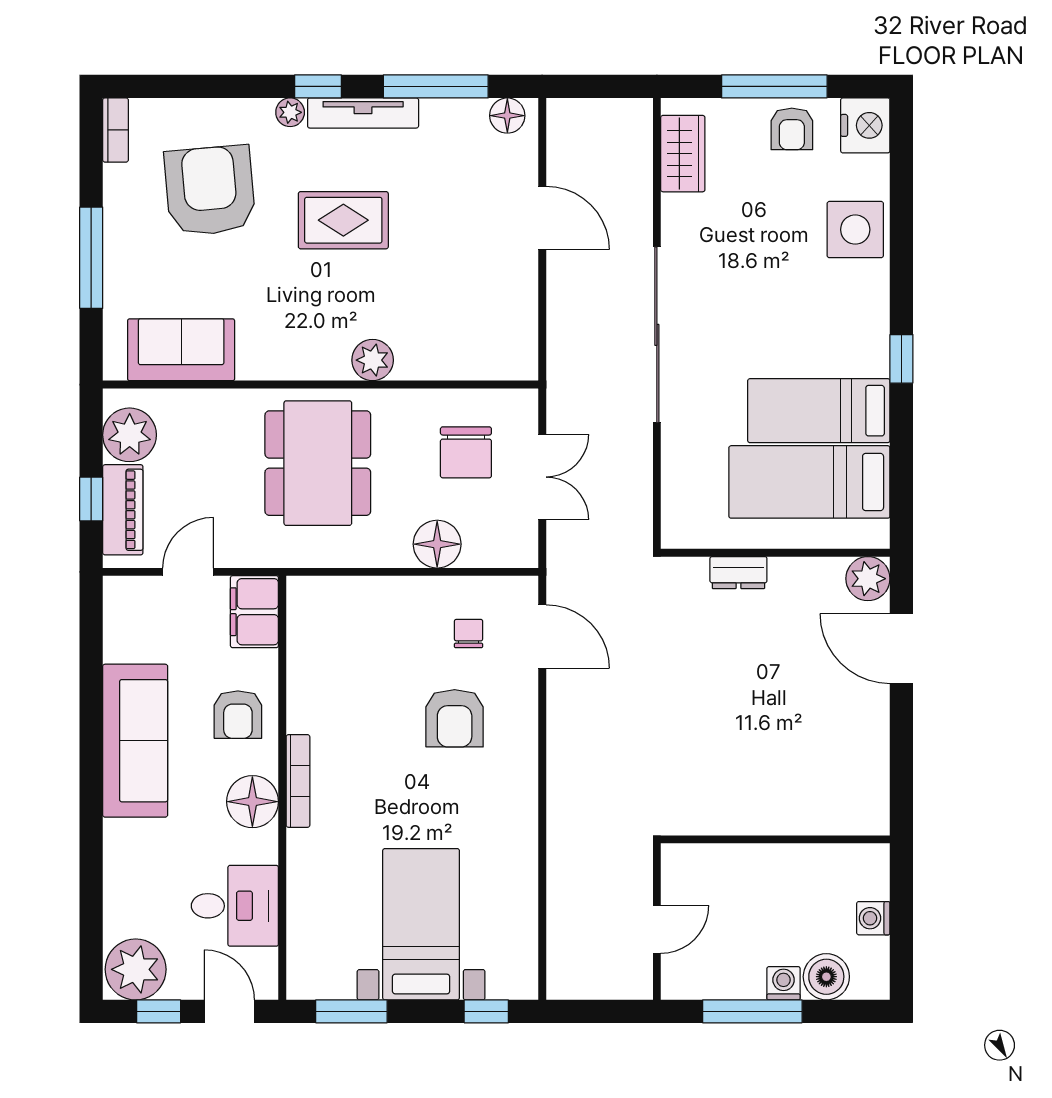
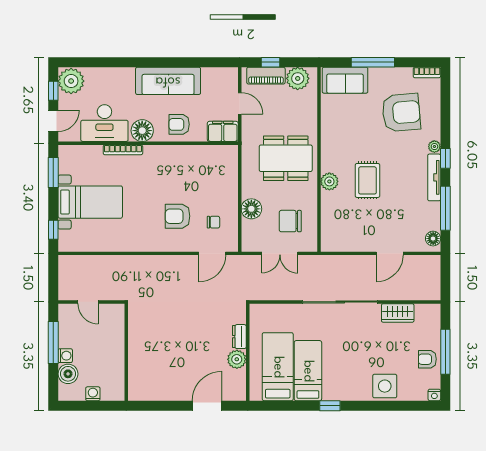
nightstand: (865, 125) -> (434, 395), width x0.53, depth x0.56
wardrobe: (683, 154) -> (398, 313), moved
rug: (343, 220) -> (367, 180), moved
sofa: (181, 350) -> (345, 80), moved, turned 90
plant: (868, 579) -> (237, 359), moved
bookcase: (298, 781) -> (123, 150), moved
desk: (235, 906) -> (104, 123), width x1.37

